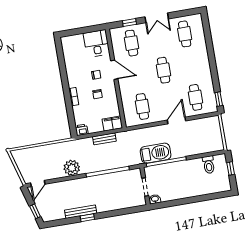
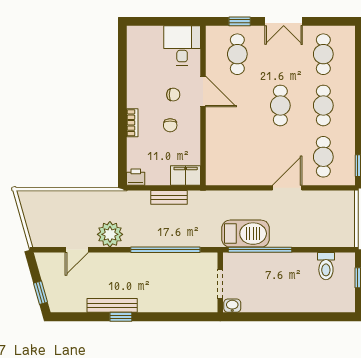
cafe table: (142, 107) -> (323, 105), moved
door: (38, 184) -> (77, 250), moved

